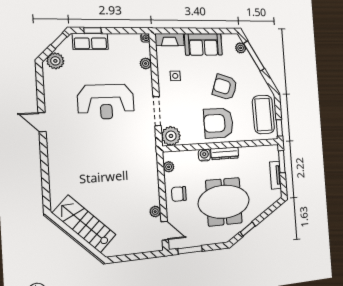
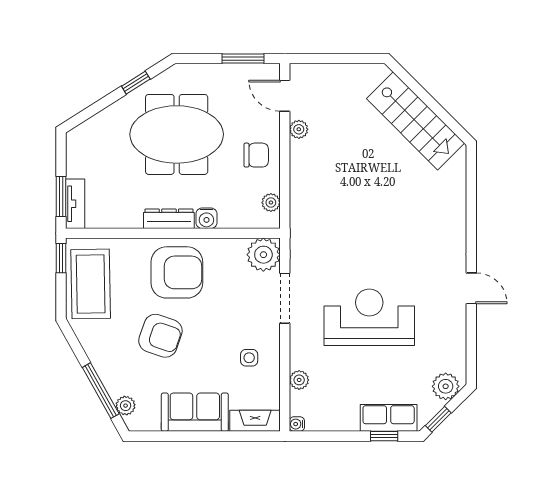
tv unit: (276, 175) -> (75, 204), moved

